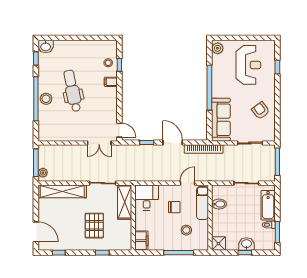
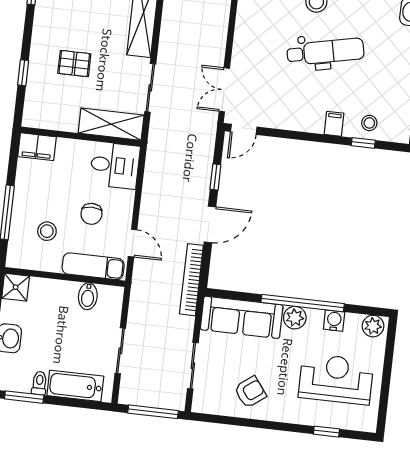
reception desk: (248, 65) -> (336, 379), turned 180
water cooler: (217, 70) -> (334, 321), added
plant: (218, 91) -> (295, 318), added
pallet: (94, 226) -> (74, 64), width x0.67, depth x0.71

